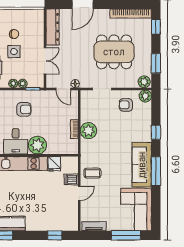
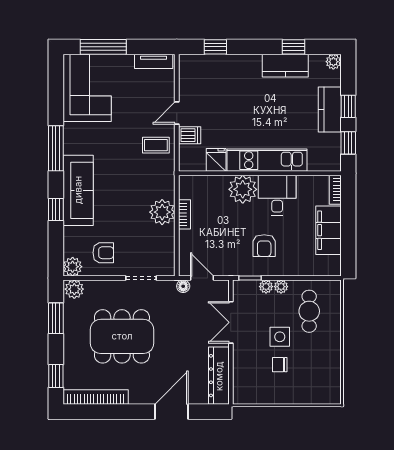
armchair: (24, 109) -> (264, 246), turned -90
sofa: (142, 165) -> (78, 190), moved

